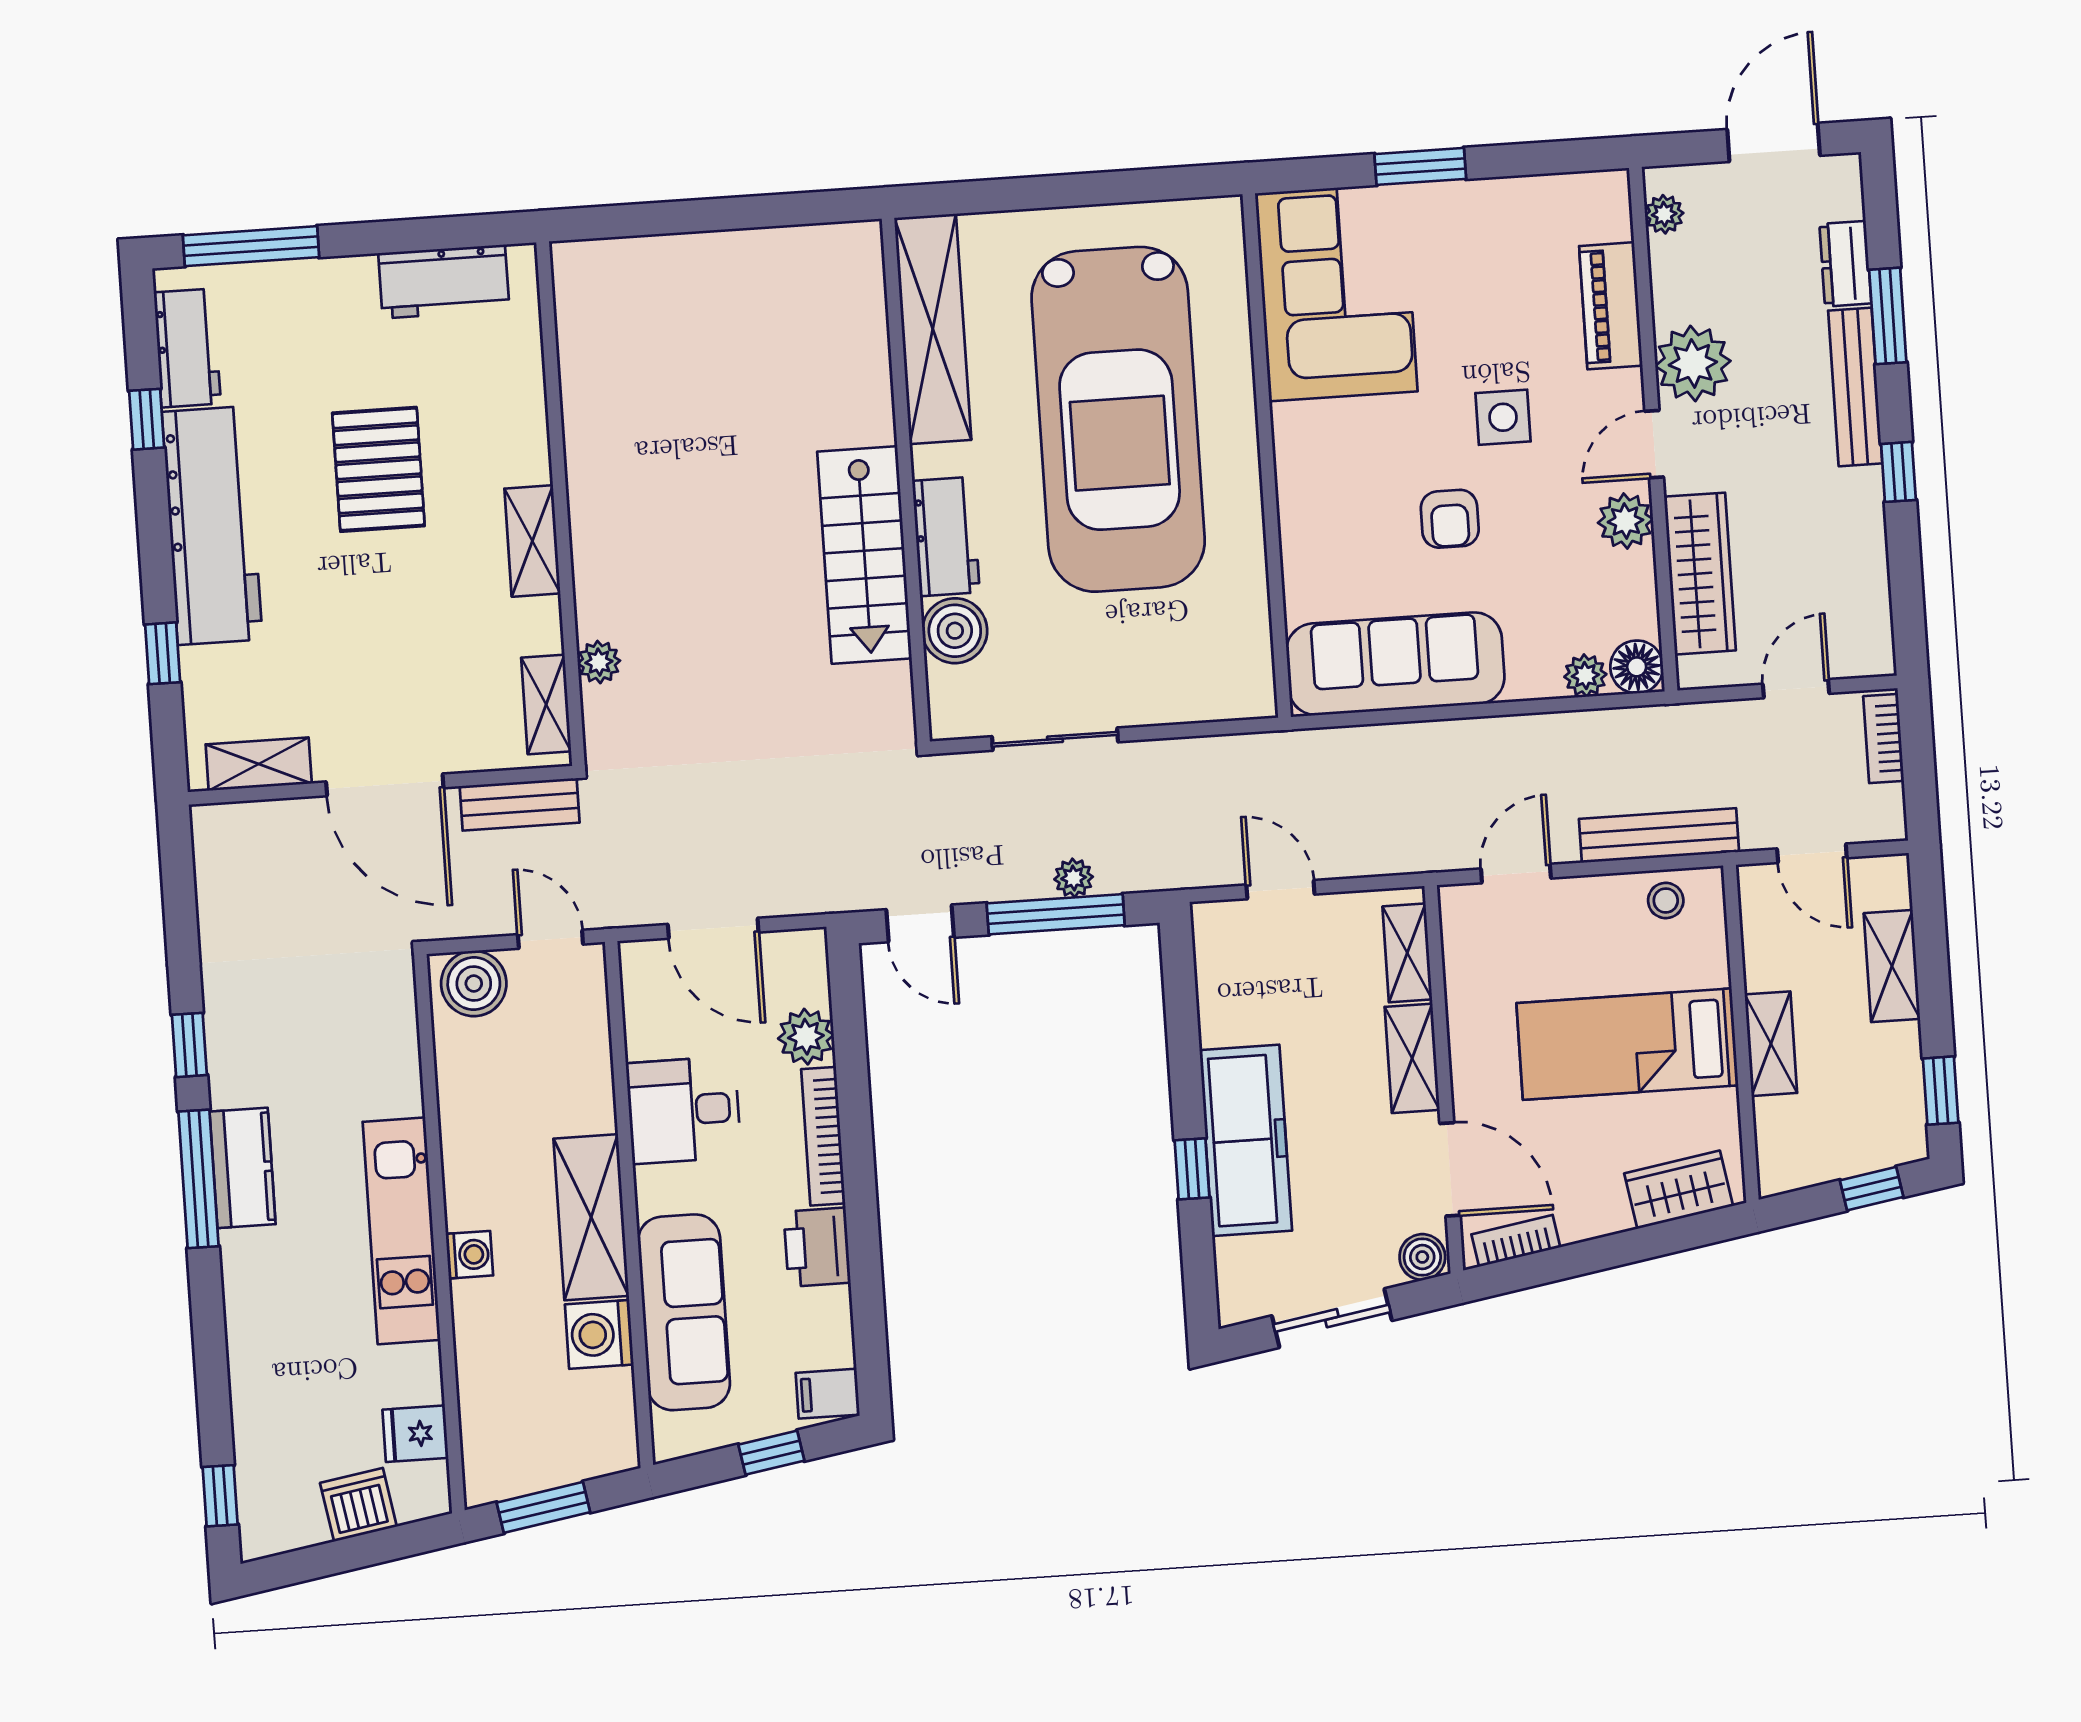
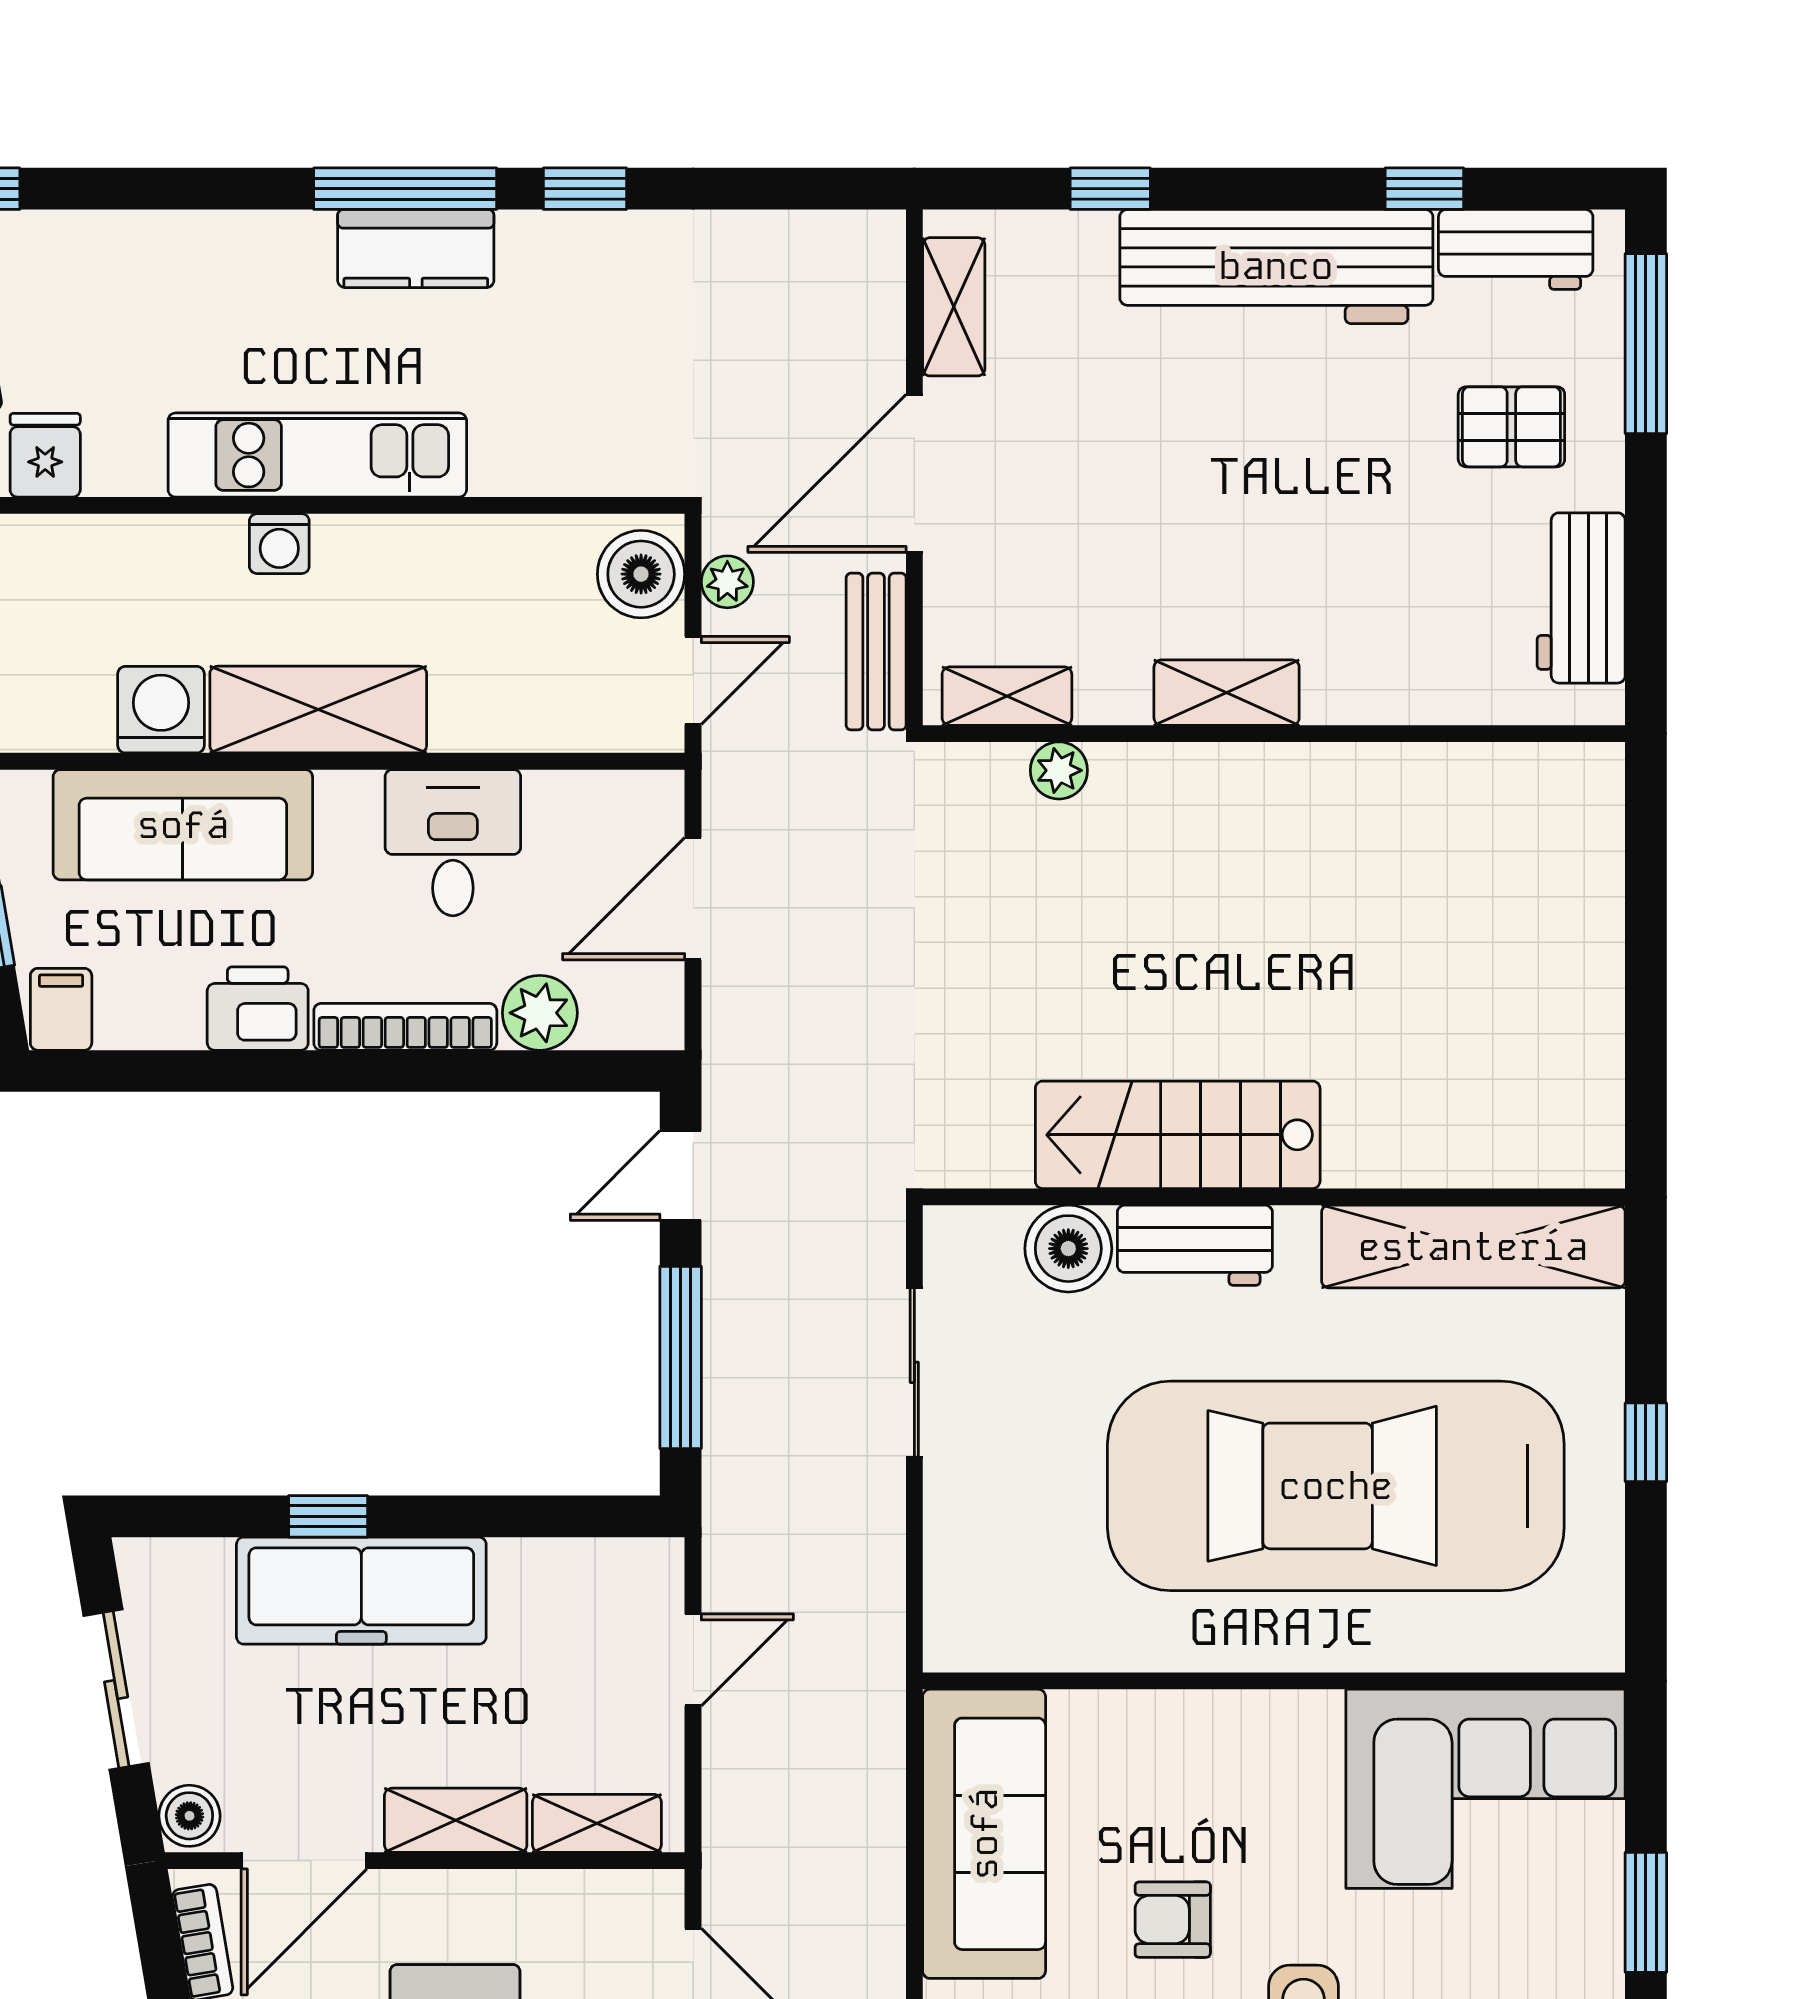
window: (1070, 190) -> (1646, 1442), added
pallet: (378, 469) -> (1511, 427), moved, width x0.67, depth x0.71
plant: (1074, 878) -> (727, 582), moved

